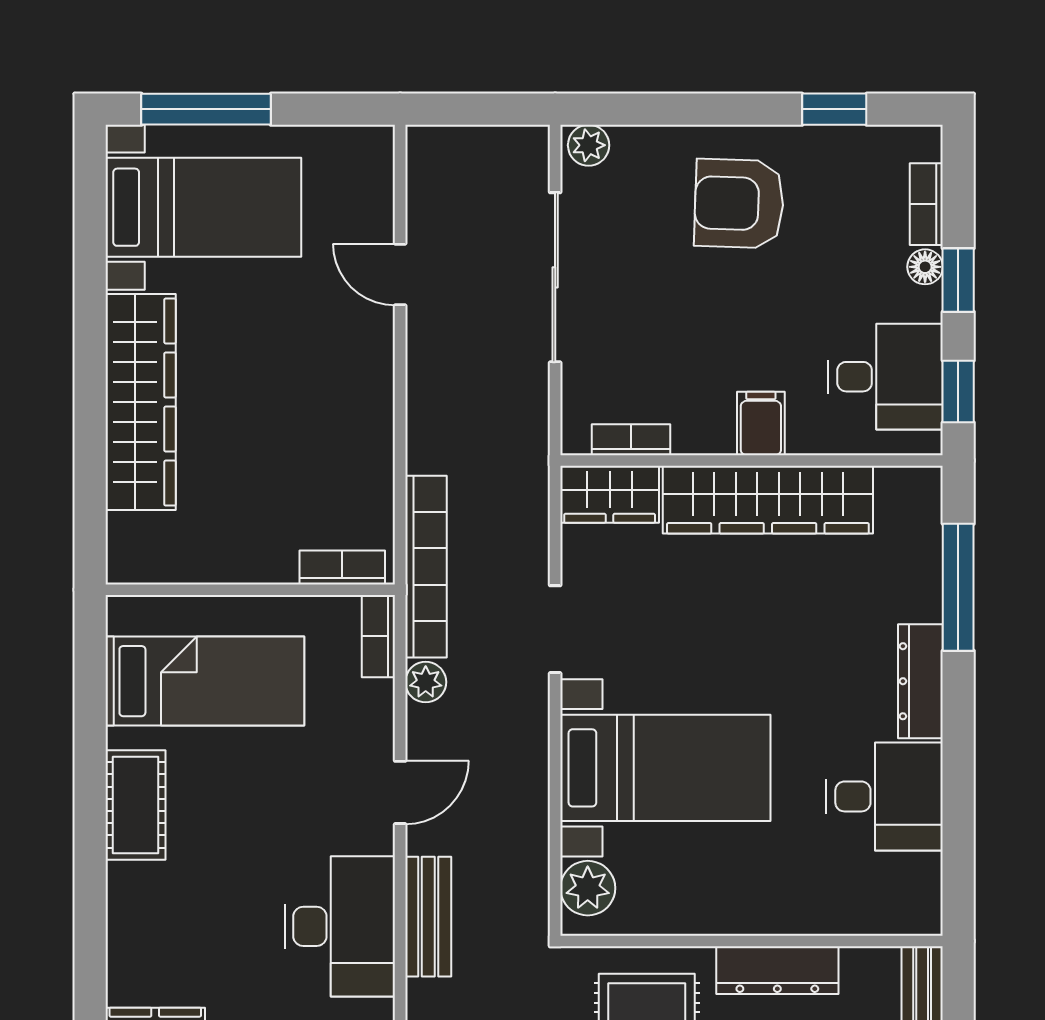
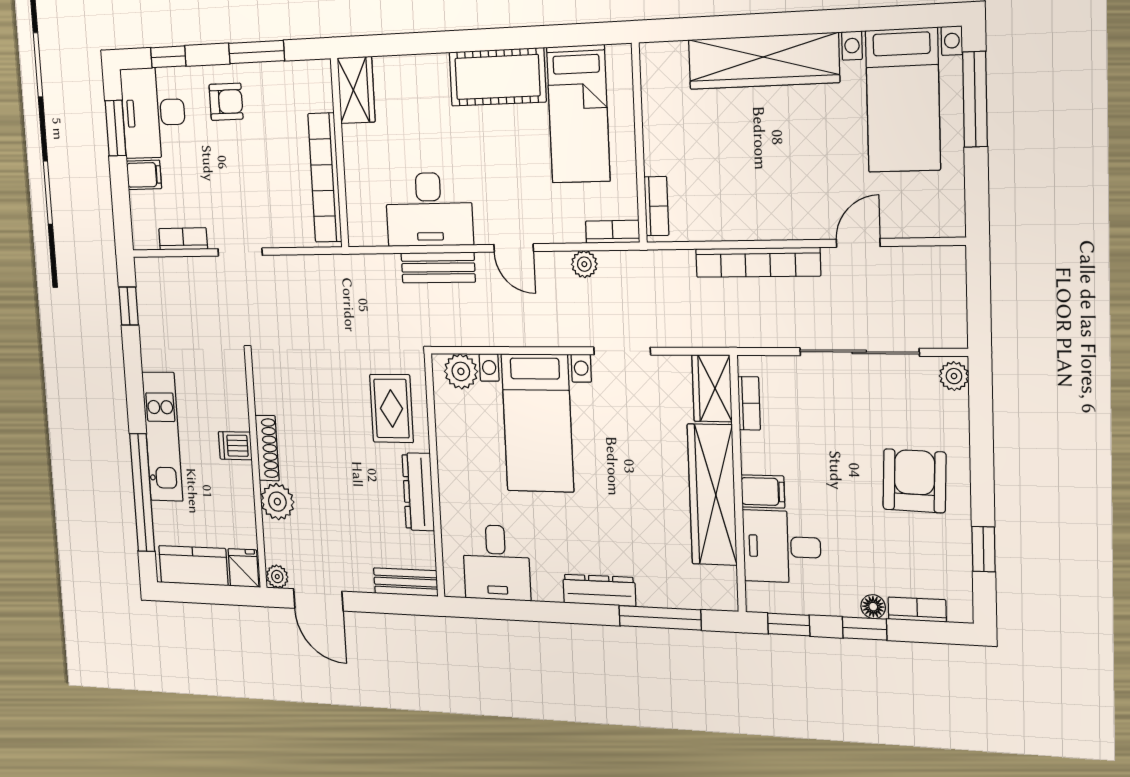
desk: (885, 377) -> (782, 547), moved, turned 90
bookcase: (426, 567) -> (758, 262), moved
desk: (884, 796) -> (496, 563), moved
cot: (135, 805) -> (497, 77), width x1.37, depth x1.34

